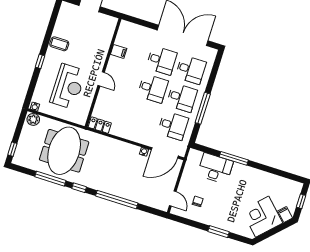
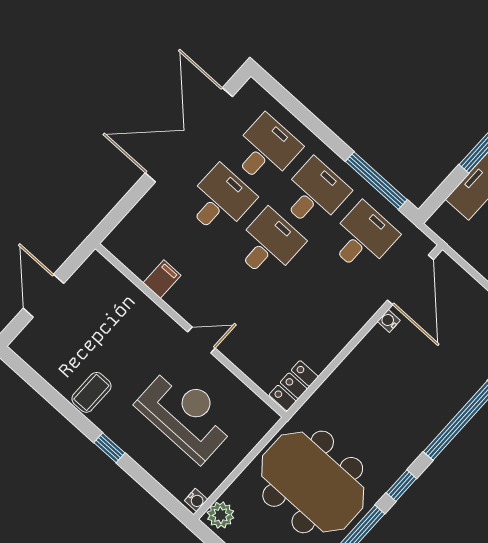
window: (203, 108) -> (376, 181), moved

